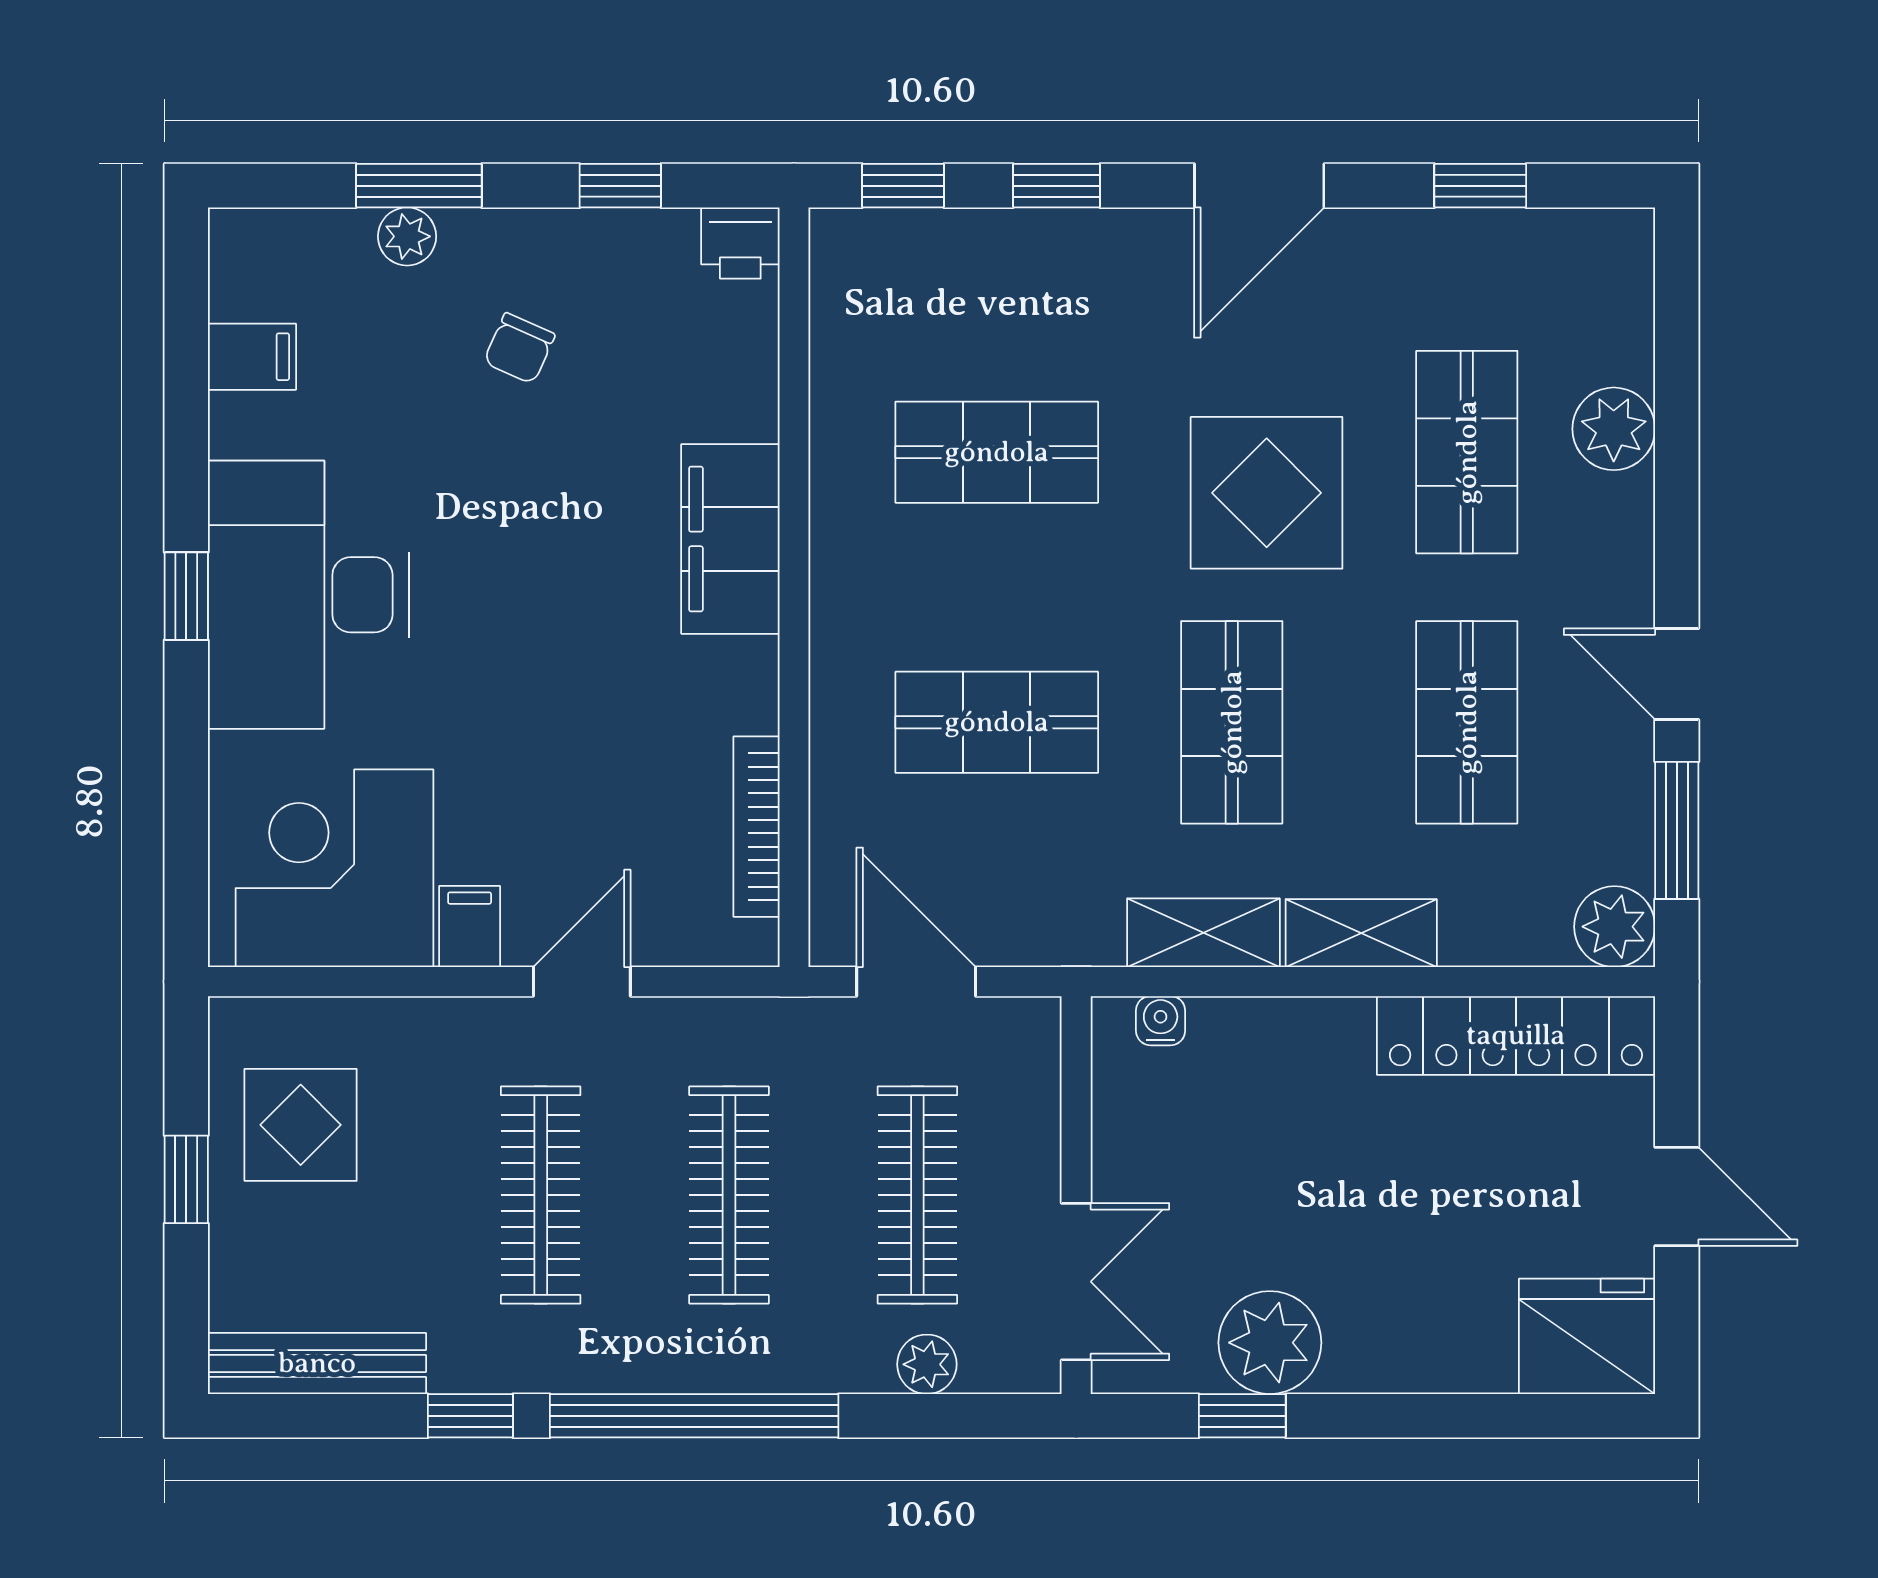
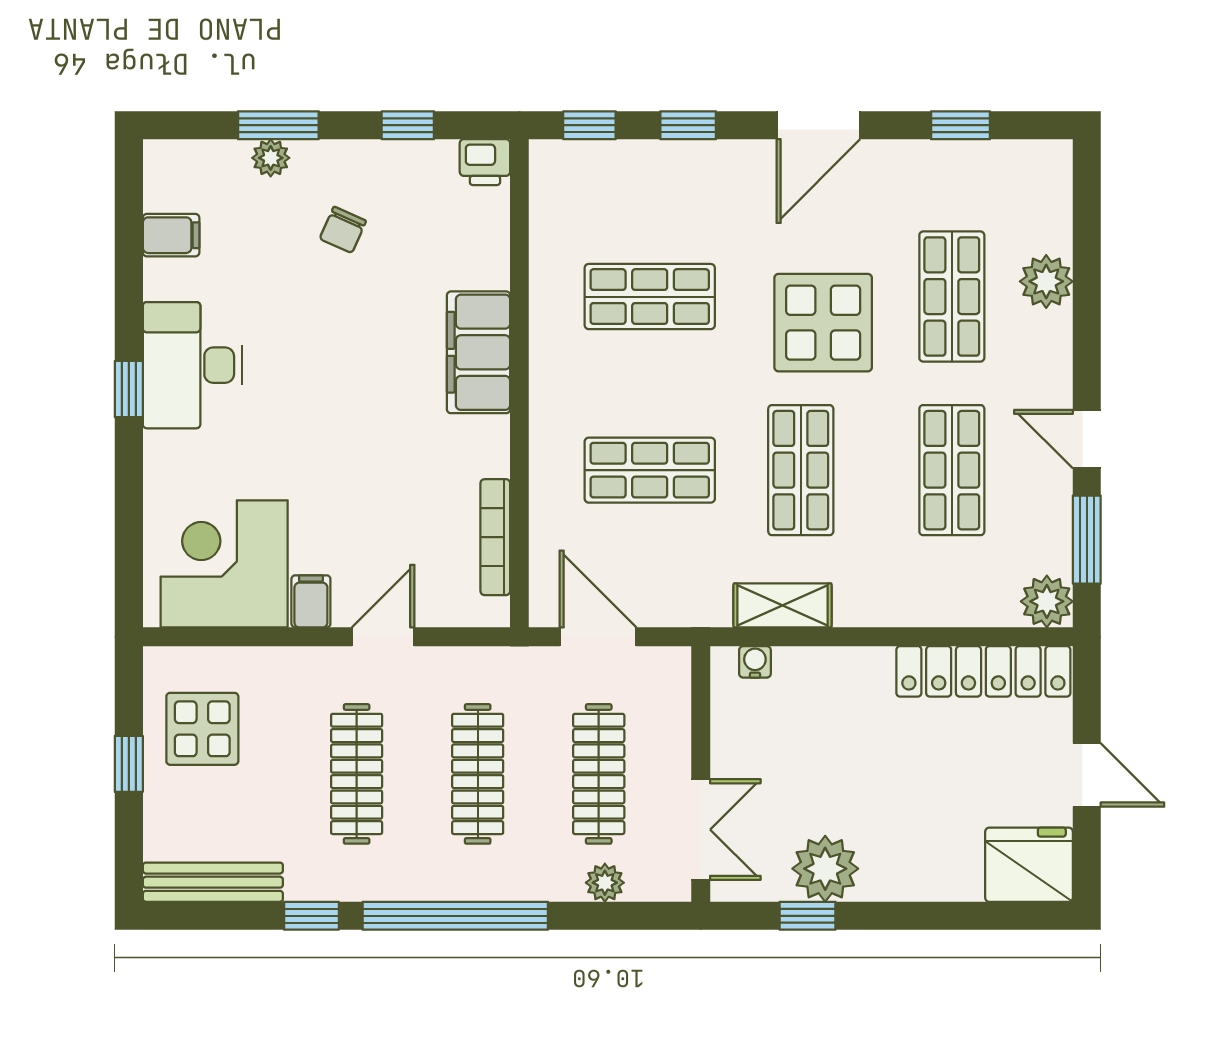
desk: (308, 595) -> (192, 365), width x0.73, depth x0.77
shelving: (1361, 933) -> (884, 606), removed

